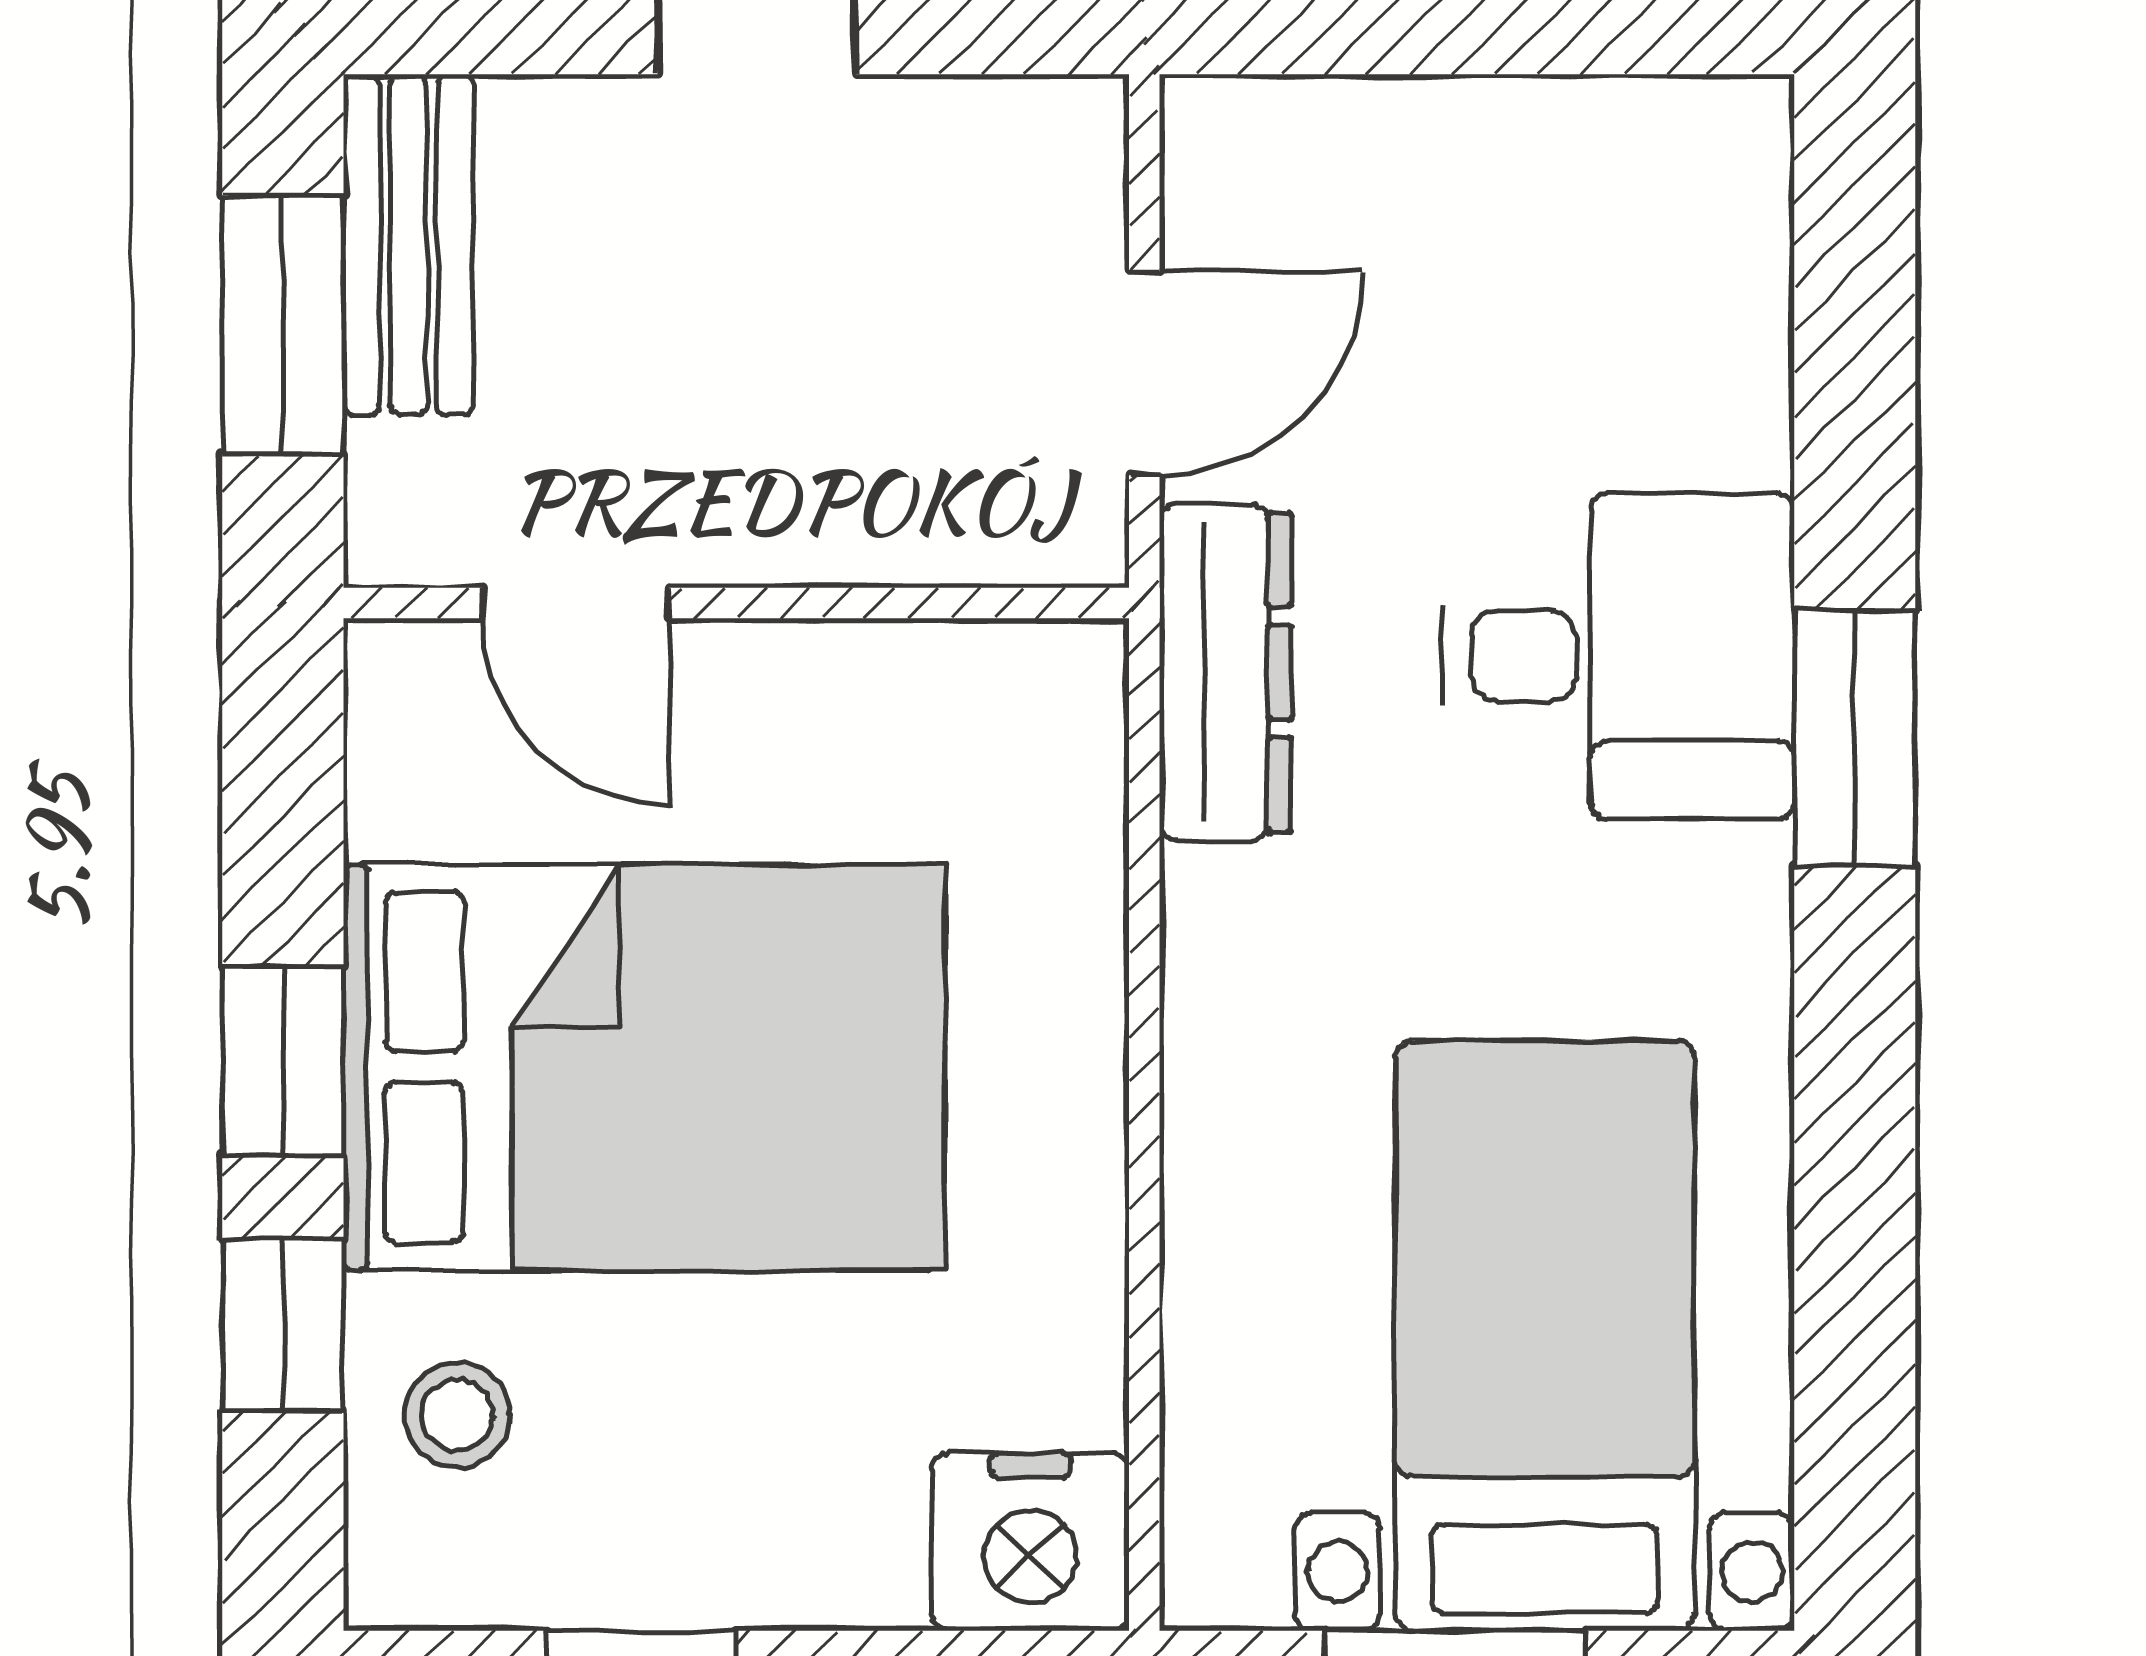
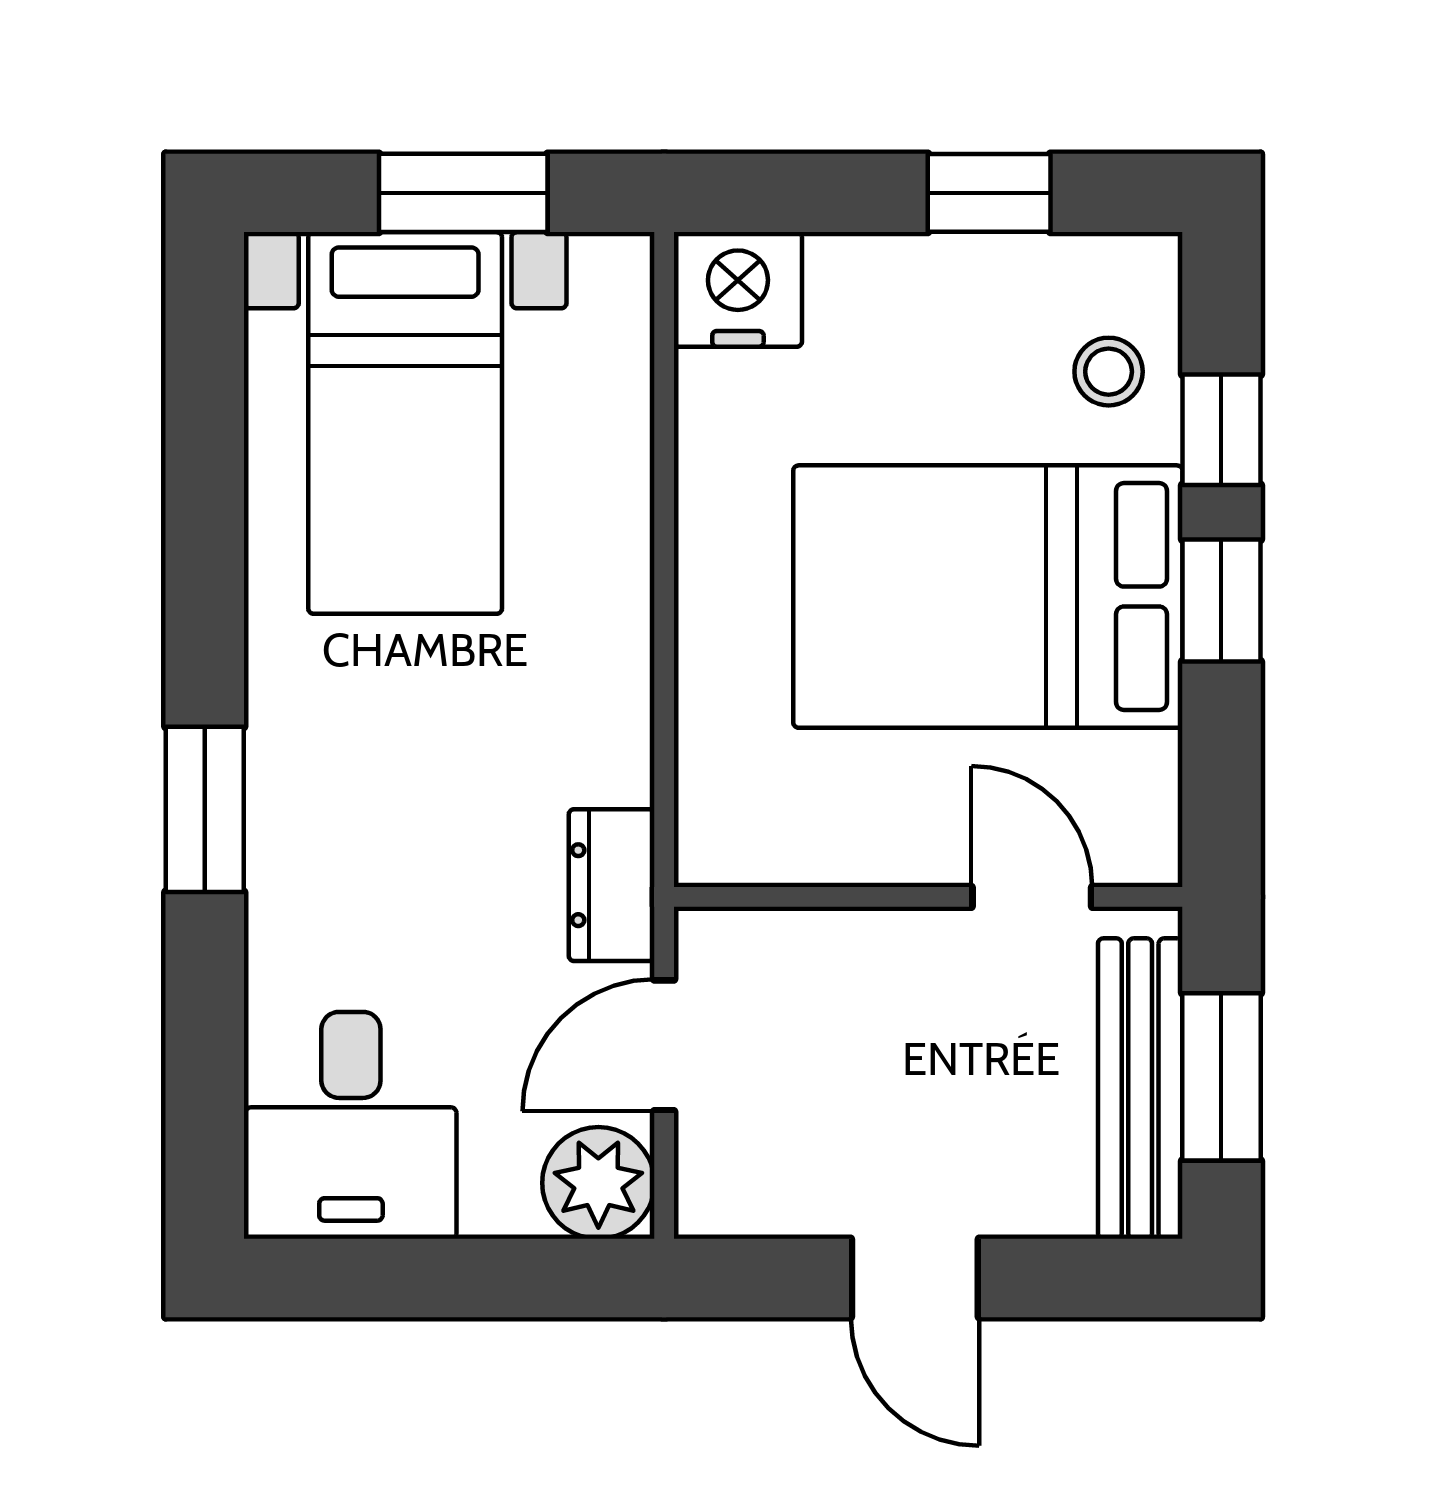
plant: (1246, 161) -> (598, 1183), added
bench: (408, 245) -> (1140, 1089), width x1.36
desk: (1619, 656) -> (351, 1125), moved, turned -90
dresser: (1226, 672) -> (612, 885), width x0.70

